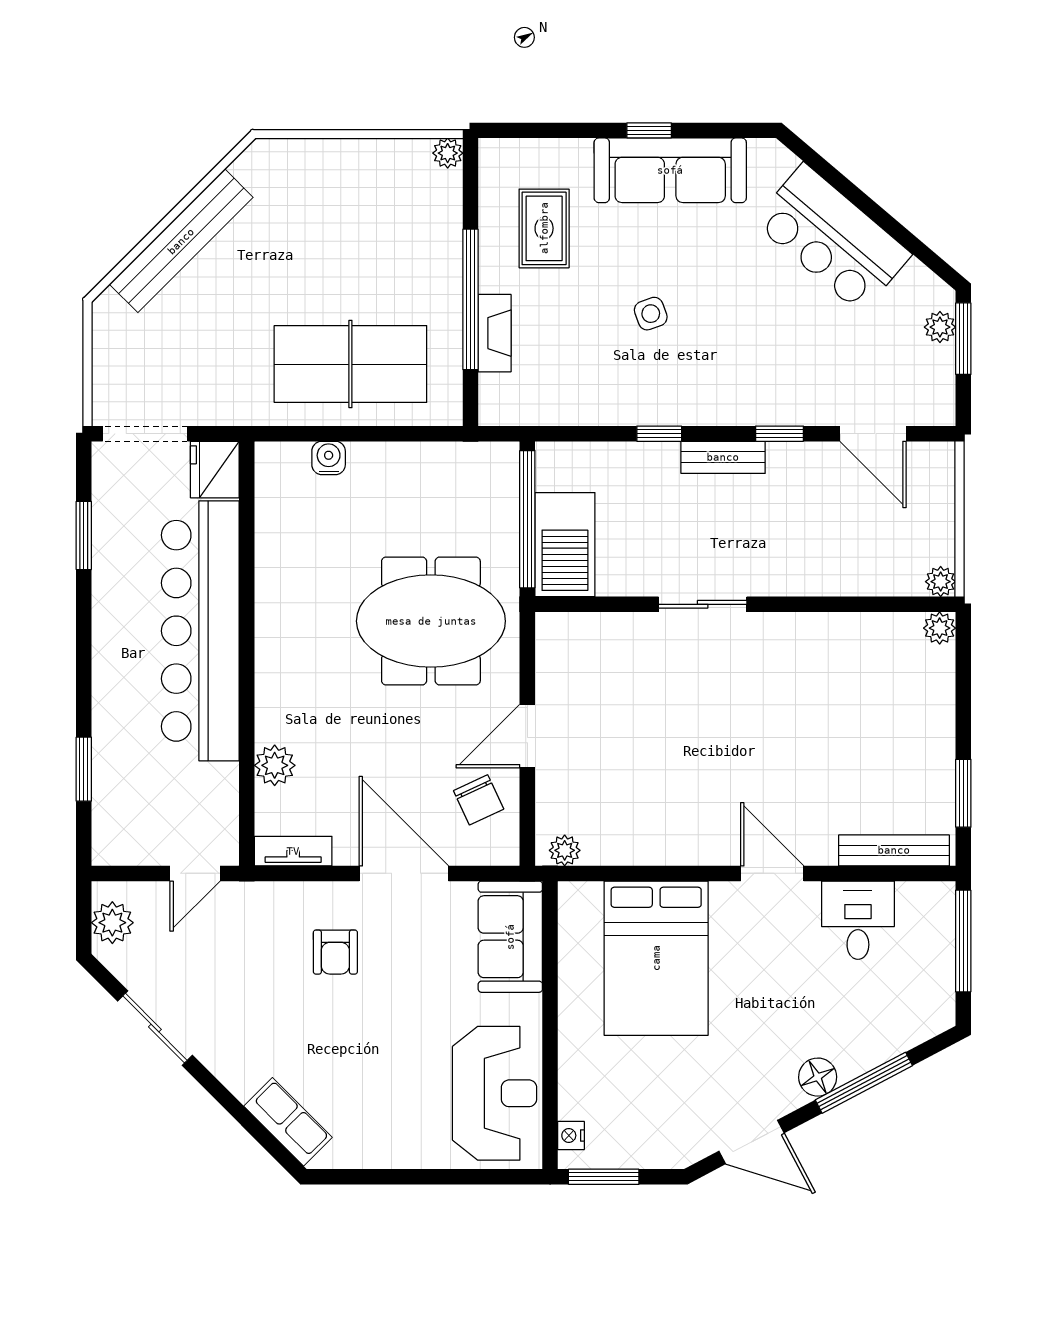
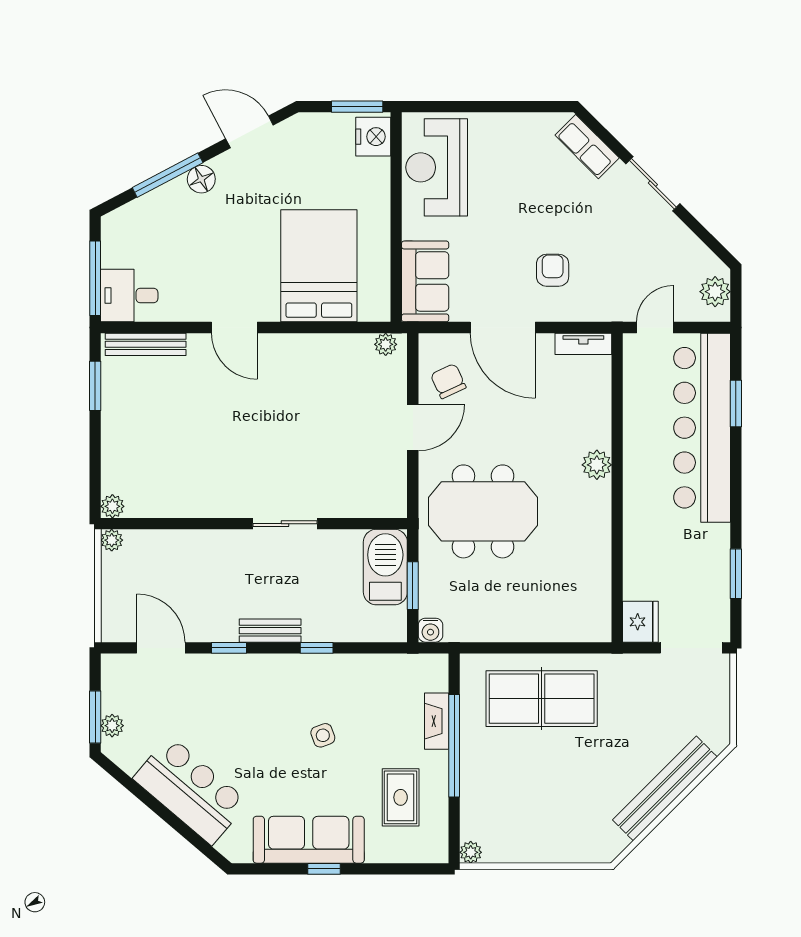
water cooler: (329, 458) -> (430, 630), moved
window: (527, 519) -> (413, 586), width x0.47
bar counter: (200, 631) -> (702, 428), moved, turned 180
plant: (275, 765) -> (597, 465), moved
desk: (858, 920) -> (129, 295), moved, turned 90
sliding door: (155, 1028) -> (653, 184), moved
nightstand: (571, 1136) -> (373, 137), width x1.89, depth x1.79

